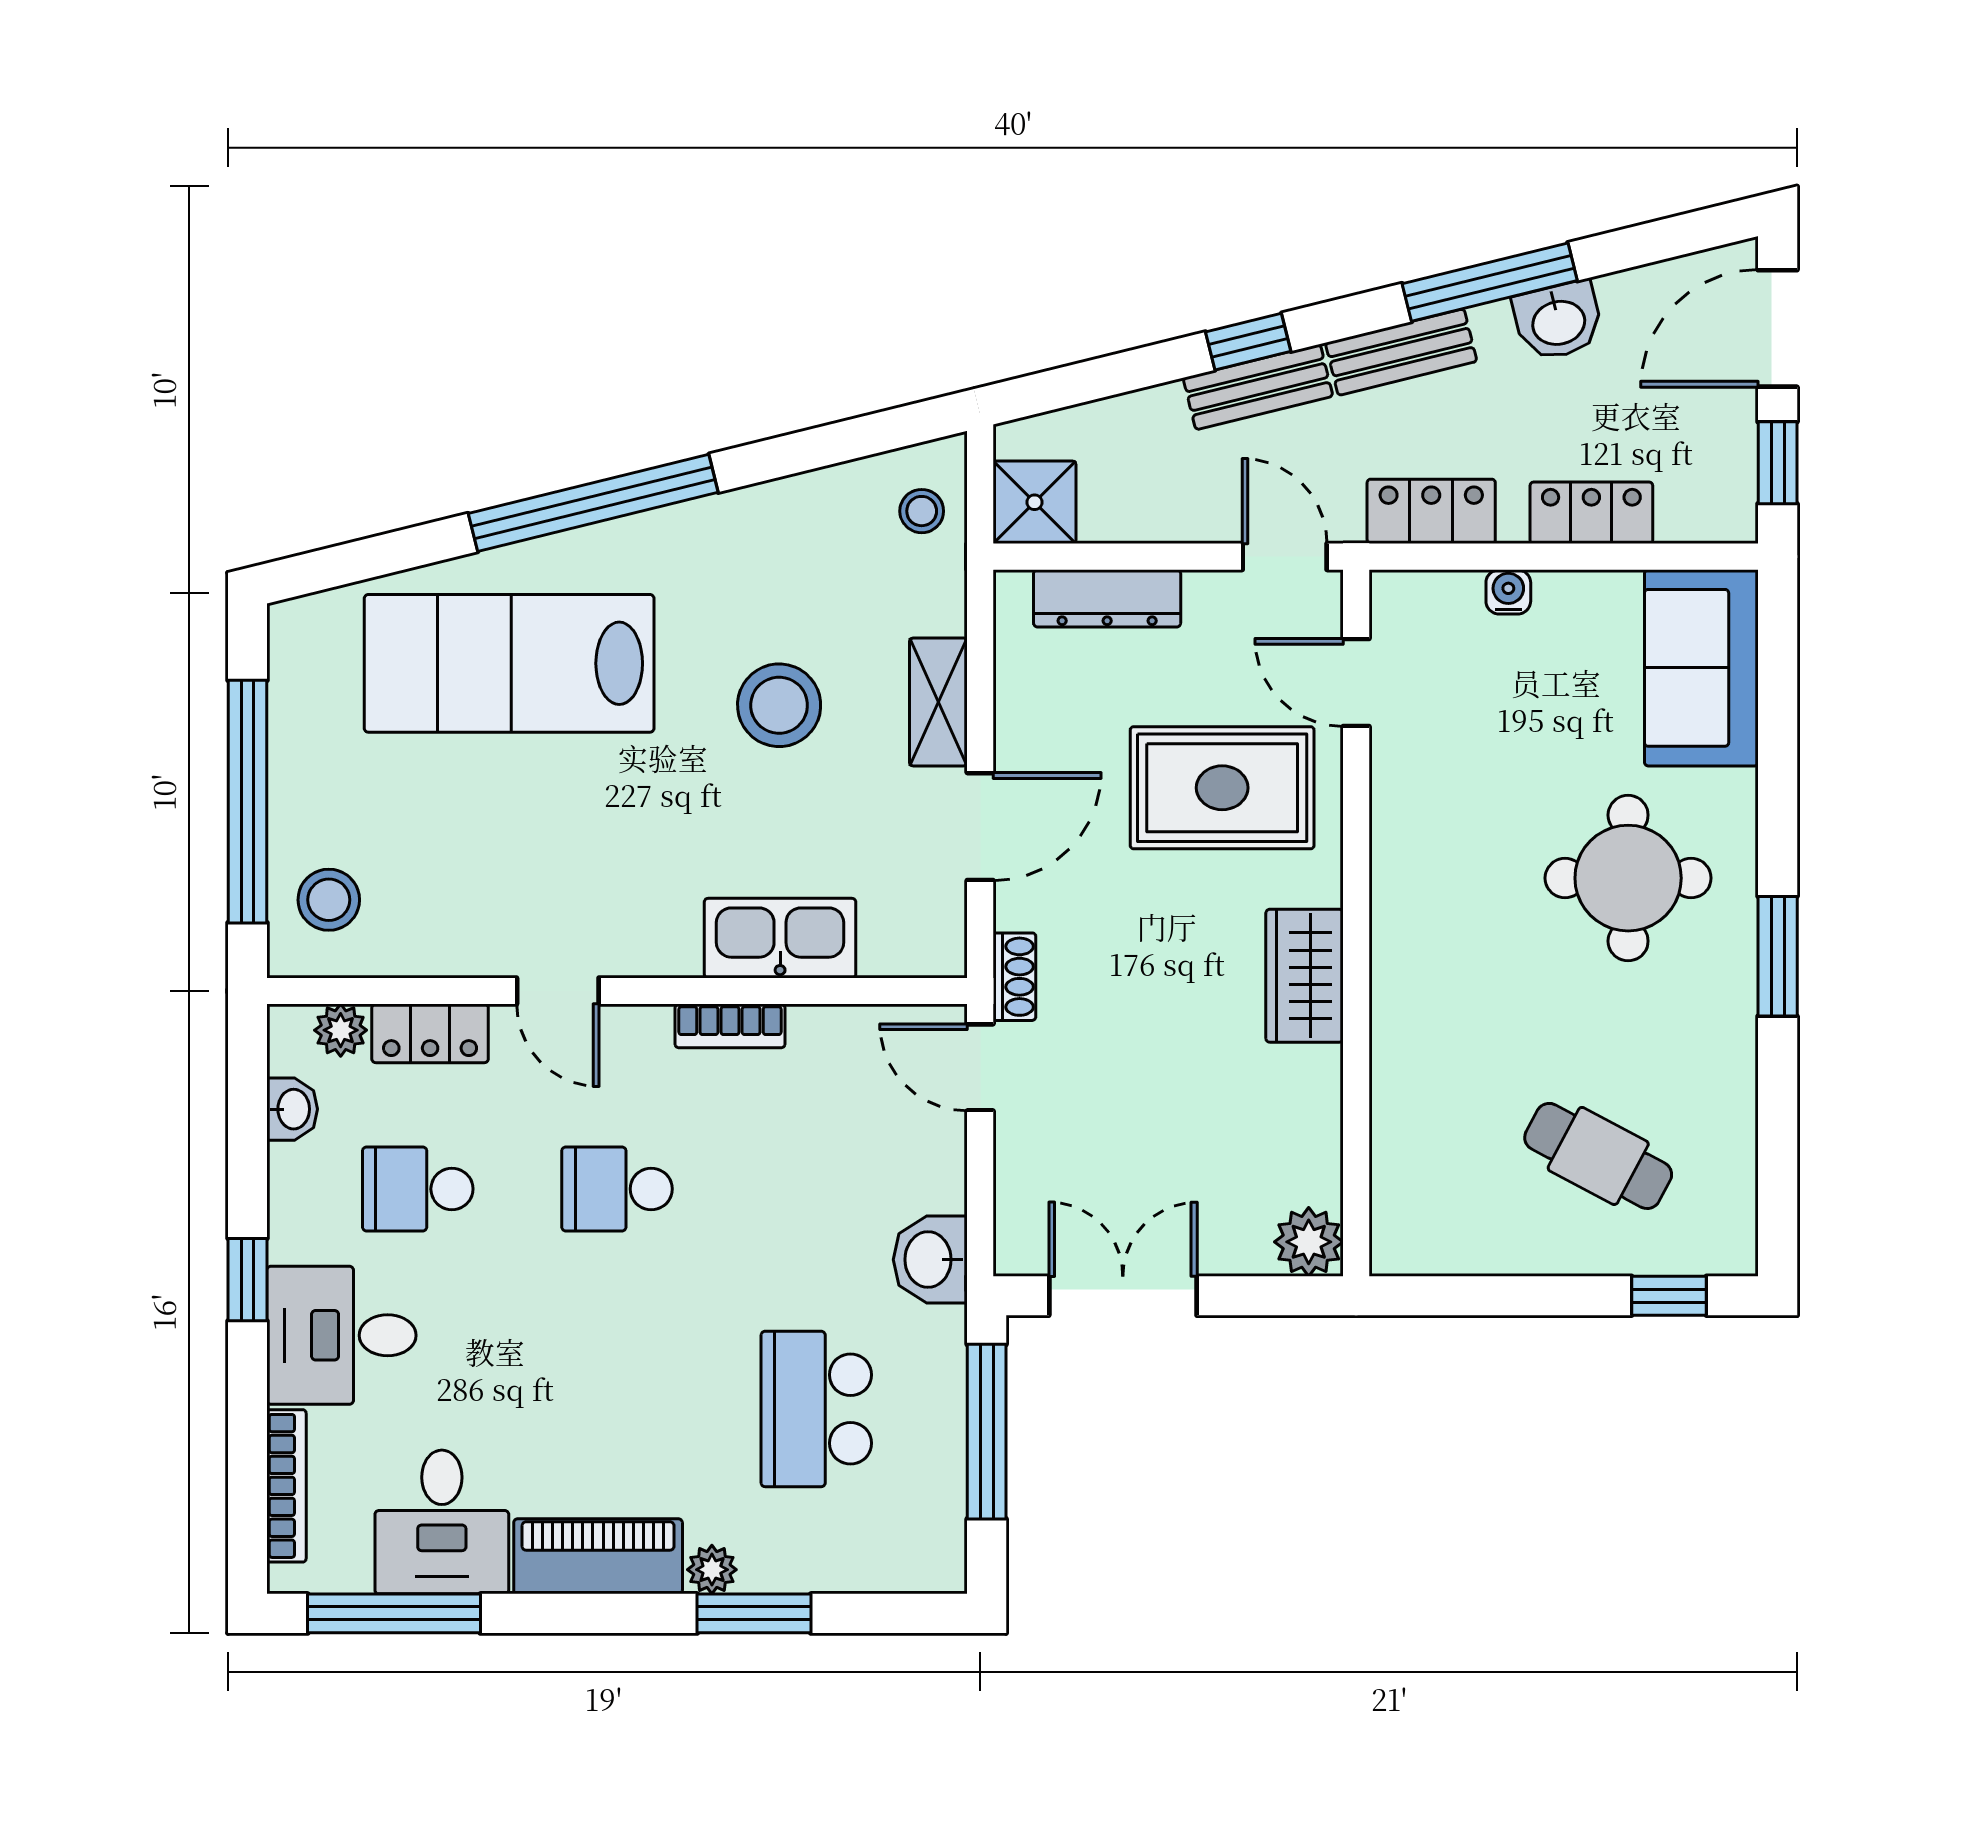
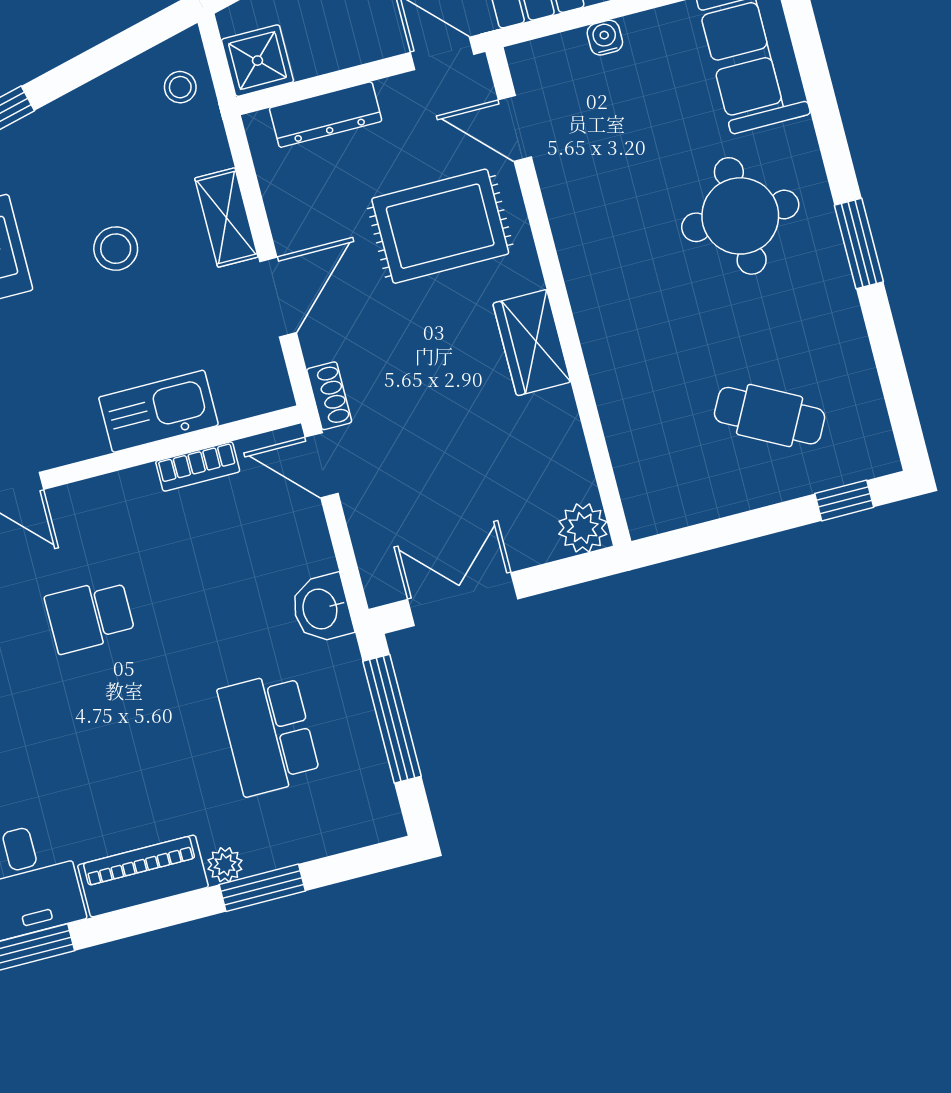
stool: (779, 705) -> (116, 249), width x0.73, depth x0.73
bookcase: (730, 1026) -> (198, 466), moved

